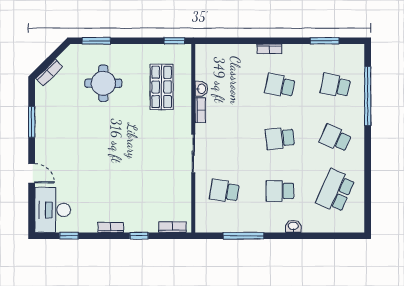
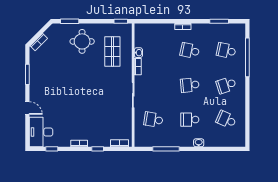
round table: (103, 83) -> (82, 41), moved
school desk: (335, 138) -> (226, 85), turned -42
school desk: (335, 191) -> (226, 120), width x0.54

